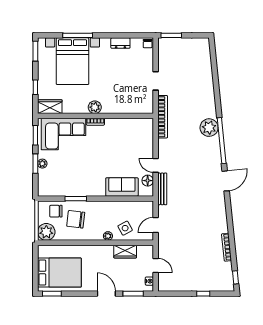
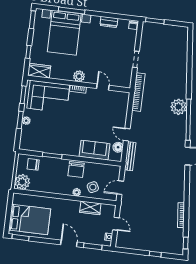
door: (123, 116) -> (103, 87), added
chair: (76, 219) -> (76, 170), moved, turned -97

